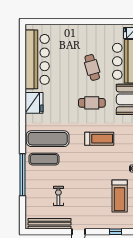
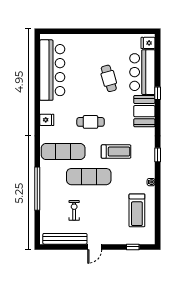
fridge: (34, 103) -> (47, 120), width x0.53, depth x0.75
cafe table: (92, 103) -> (91, 122), moved
exercise mat: (44, 159) -> (89, 177), moved, width x1.36, depth x1.45

